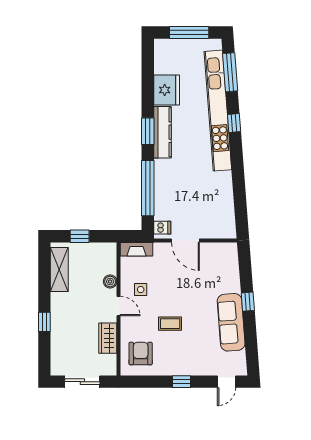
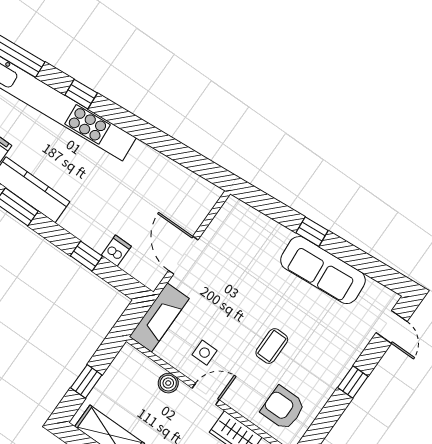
window: (148, 188) -> (86, 256), width x0.32
dishwasher: (162, 228) -> (116, 251), moved
door: (185, 241) -> (183, 255), swing flipped
fireplace: (136, 249) -> (159, 317), width x1.37, depth x1.32

